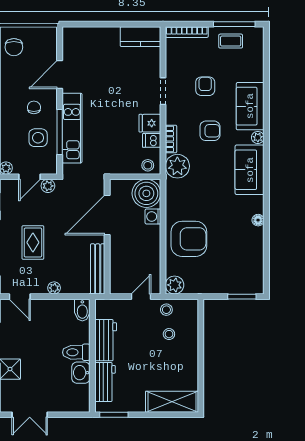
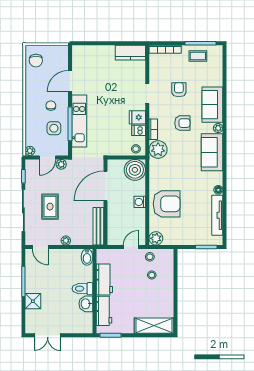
washing machine: (153, 216) -> (140, 202), moved
tv unit: (257, 254) -> (217, 215), added

